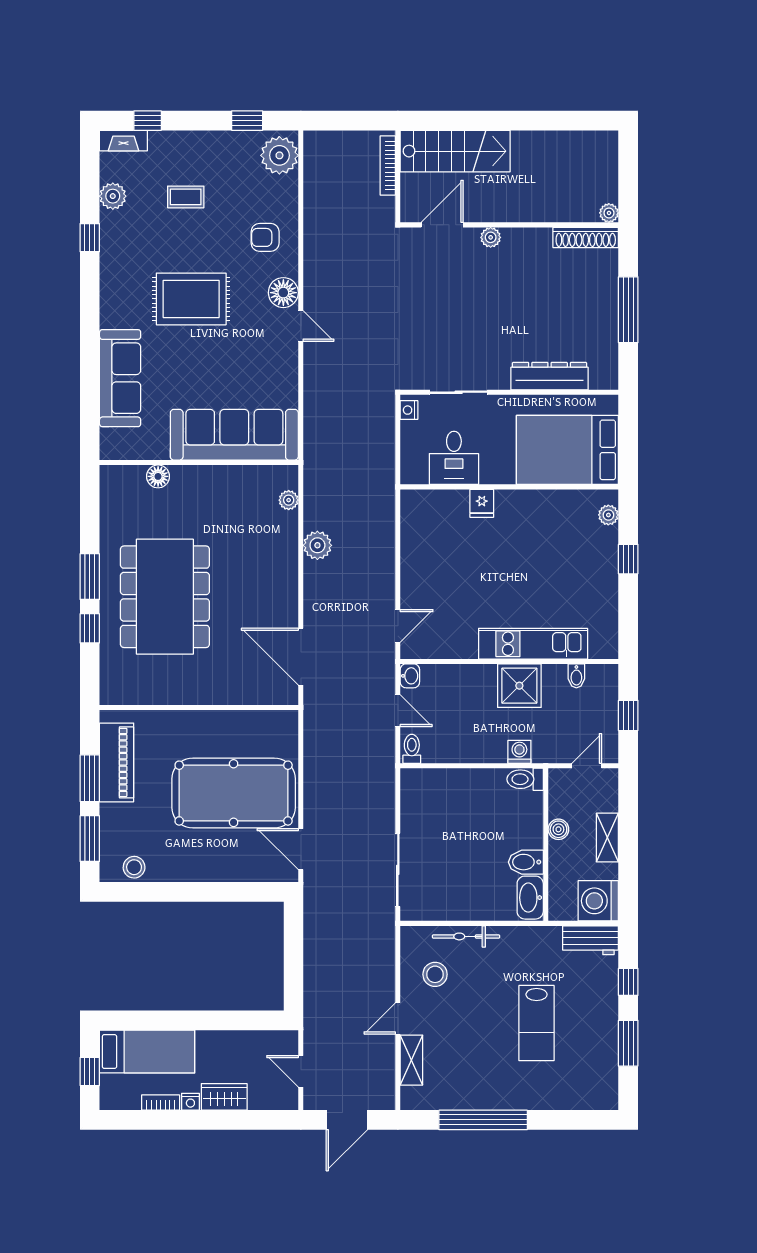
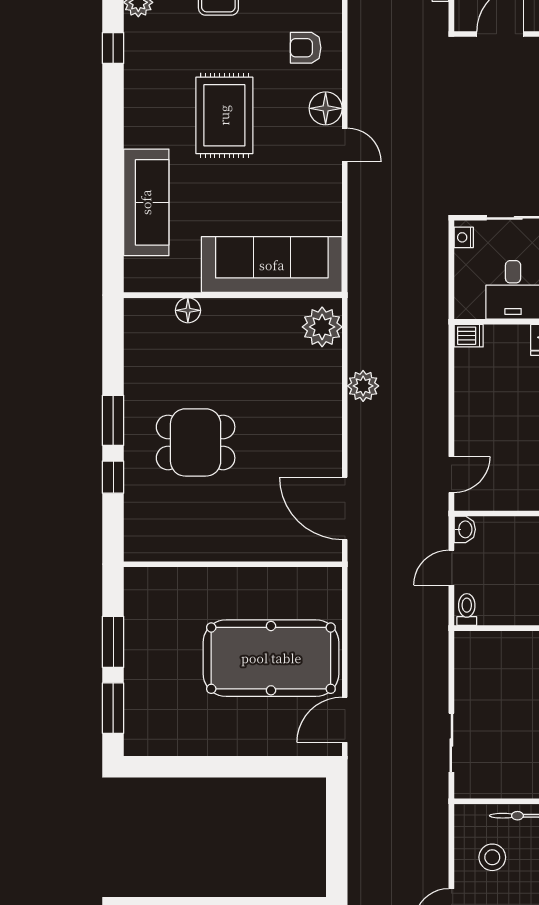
rug: (191, 299) -> (224, 115), turned 90
plant: (289, 500) -> (322, 327), width x1.87, depth x1.87
dishwasher: (413, 500) -> (469, 336), added
dining table: (165, 597) -> (196, 442), width x0.53, depth x0.80
door: (398, 711) -> (451, 568), swing flipped
piano: (117, 762) -> (142, 624), removed
door: (301, 849) -> (345, 720), hinge flipped
stool: (134, 867) -> (162, 740), removed
sliding door: (398, 870) -> (451, 743), width x0.73

